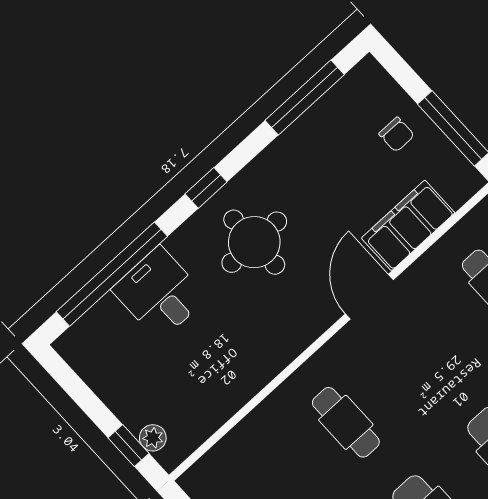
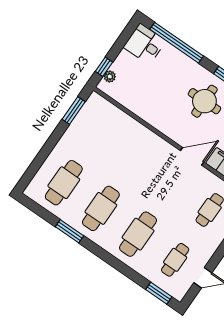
desk: (159, 293) -> (145, 44), moved, turned -90
cafe table: (346, 422) -> (135, 159), removed

